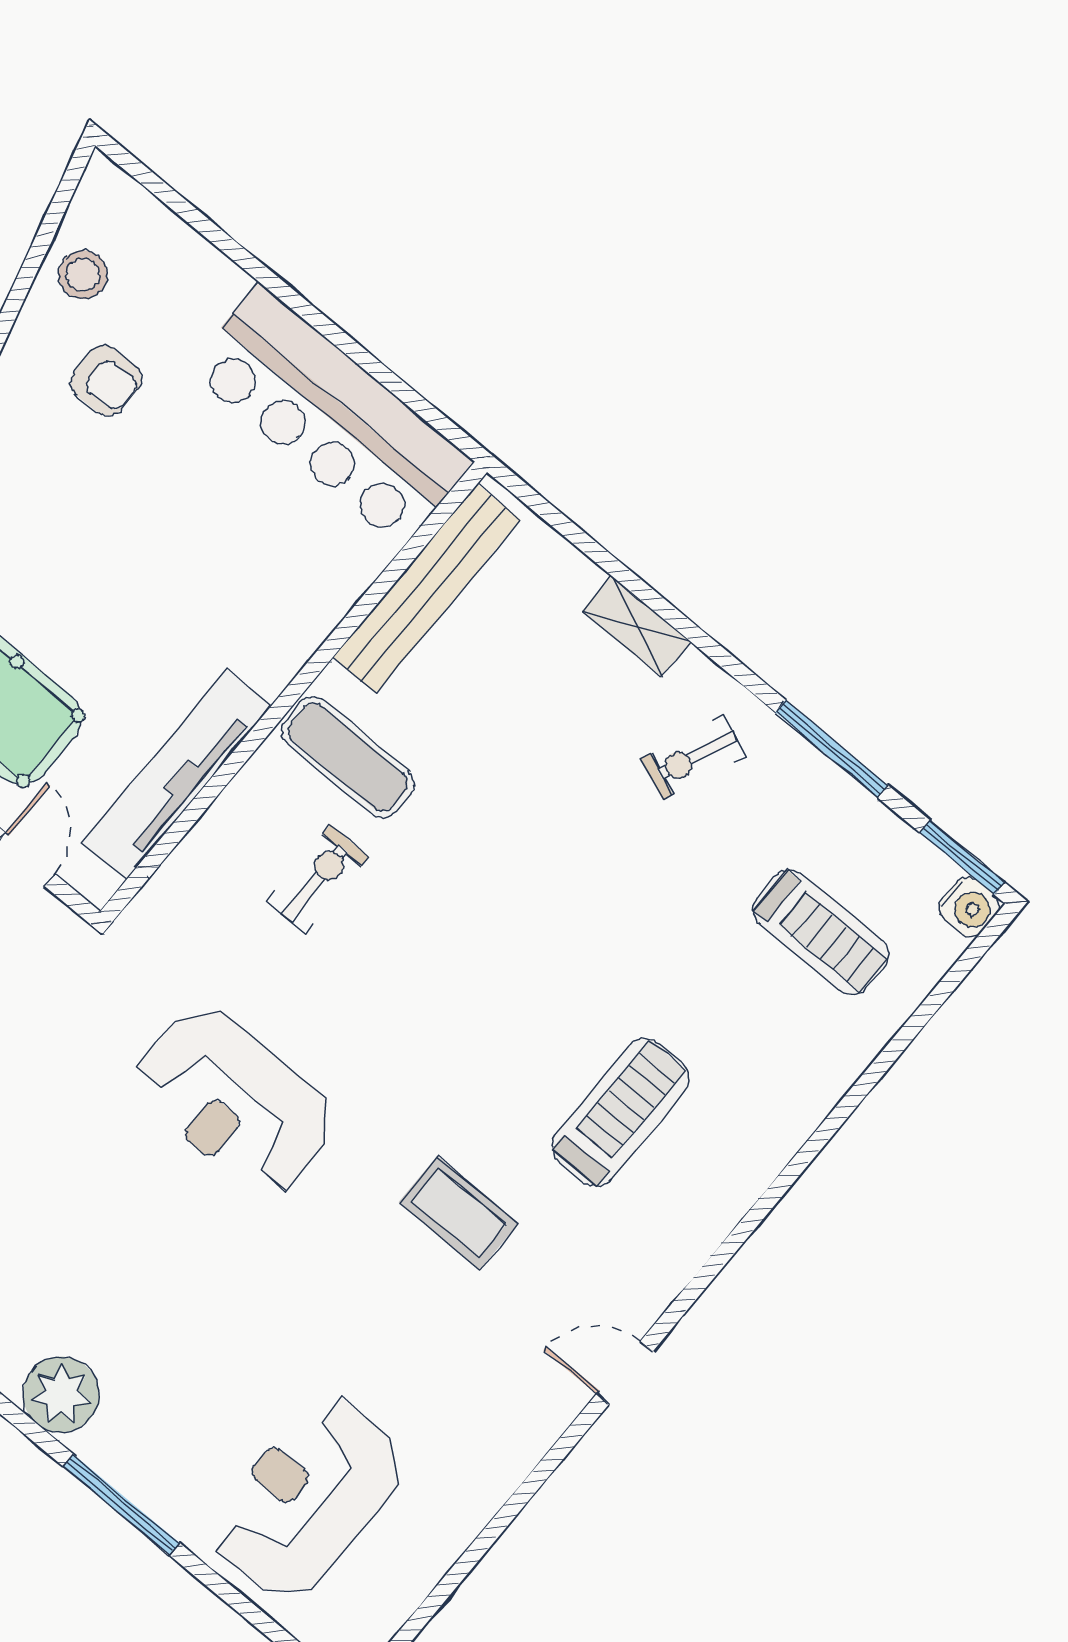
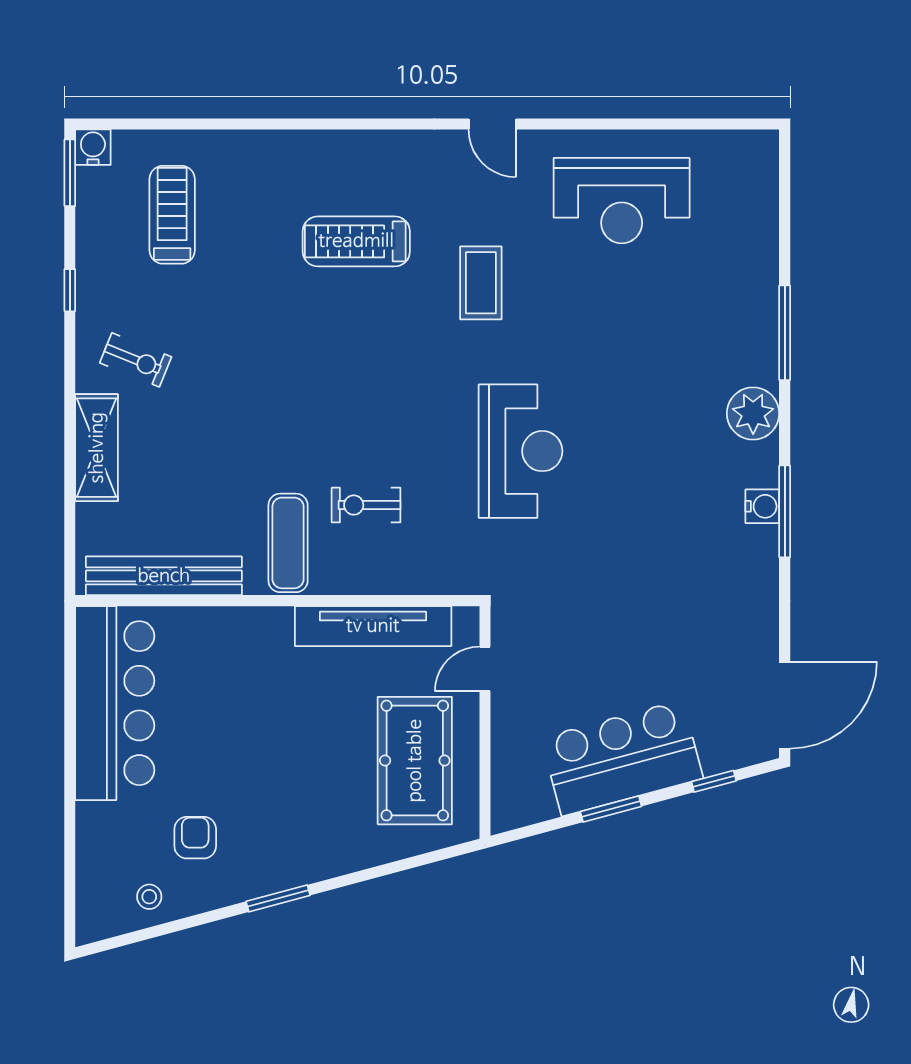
stool: (83, 275) -> (149, 897), width x0.73, depth x0.73
shelving: (636, 626) -> (97, 448), width x1.50, depth x1.33
window: (832, 749) -> (70, 290), width x0.46
reception desk: (308, 1498) -> (622, 201), moved

